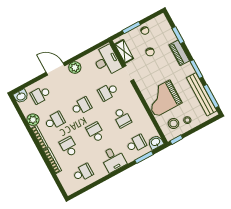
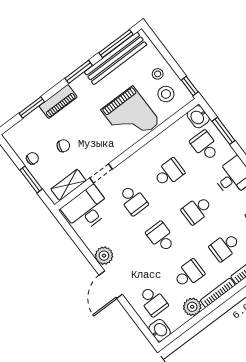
school desk: (55, 121) -> (189, 274), turned 90

